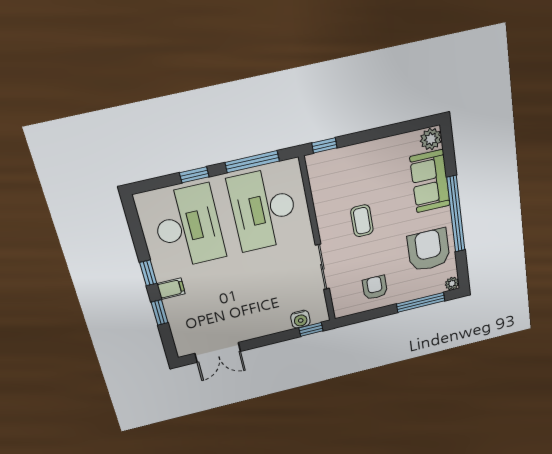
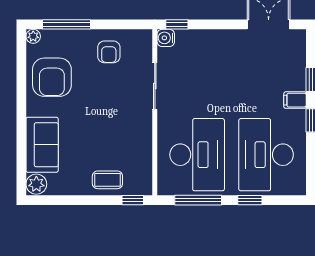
window: (456, 214) -> (21, 107), removed
coffee table: (362, 221) -> (107, 180), moved, turned 90
water cooler: (300, 319) -> (166, 38), moved, turned -90

